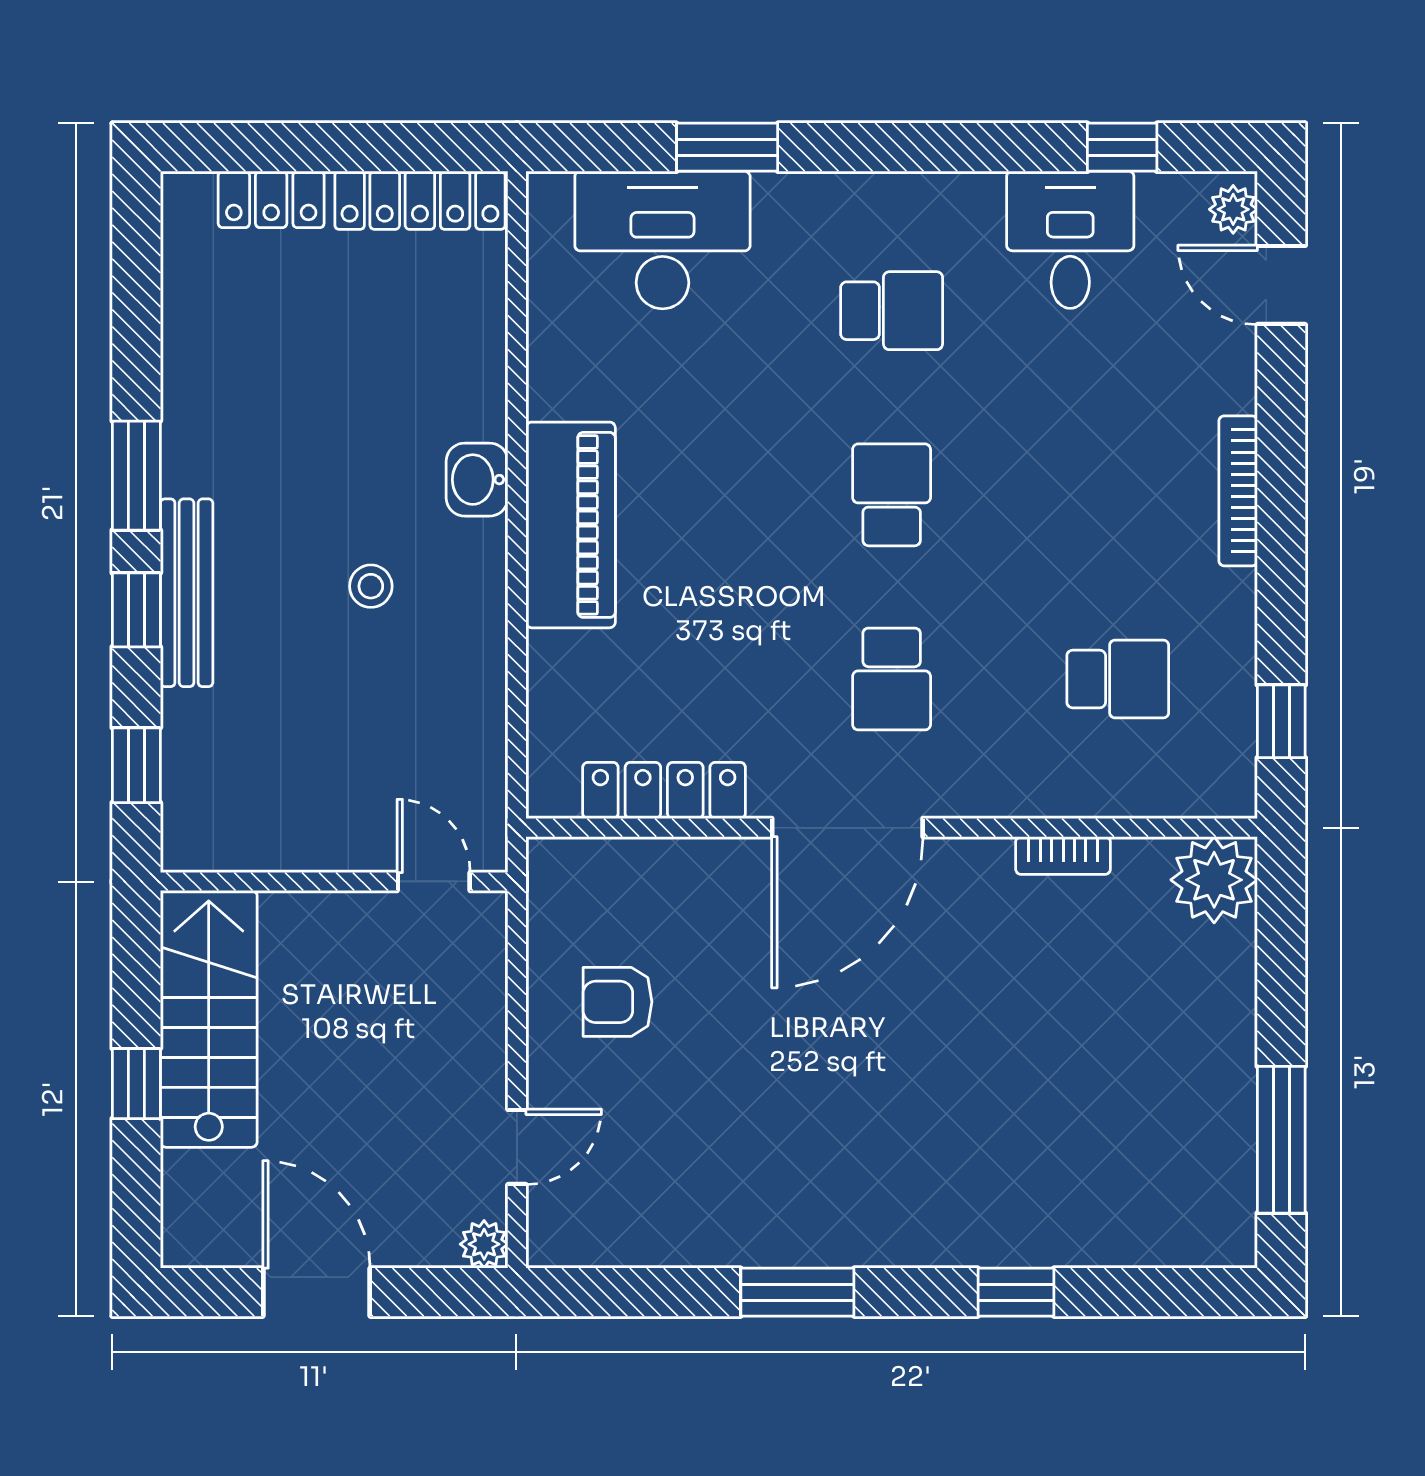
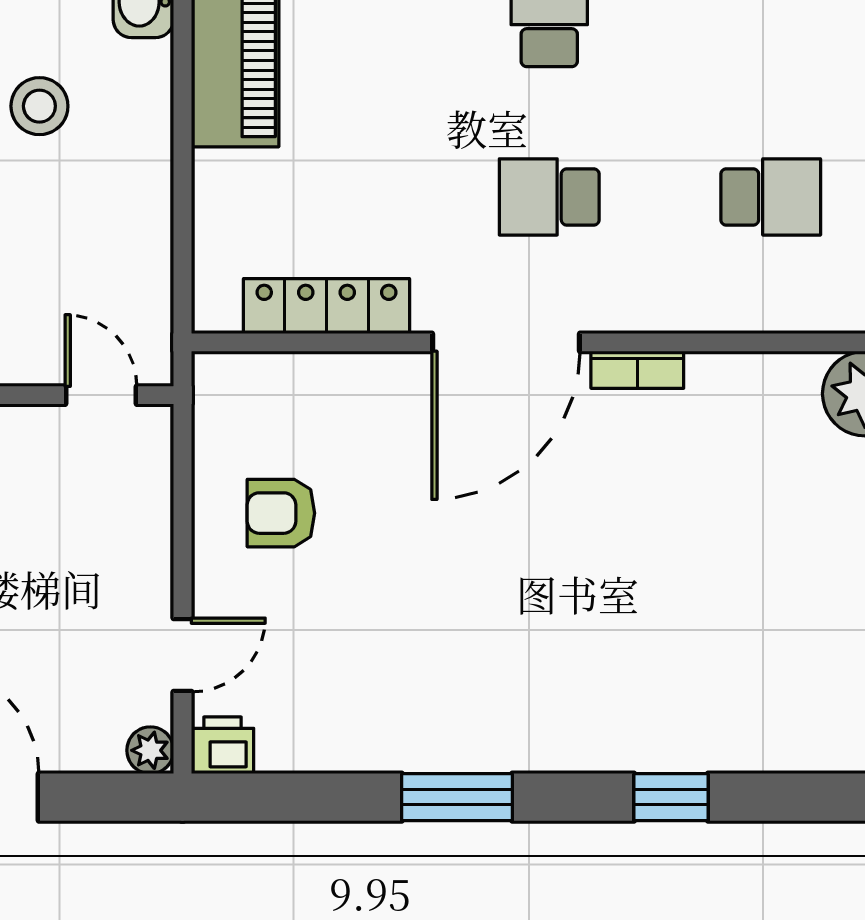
stool: (371, 586) -> (39, 106), width x1.37, depth x1.37
school desk: (892, 679) -> (549, 197), turned 90
bookcase: (1063, 855) -> (637, 370), moved
printer: (558, 1239) -> (223, 745), added

